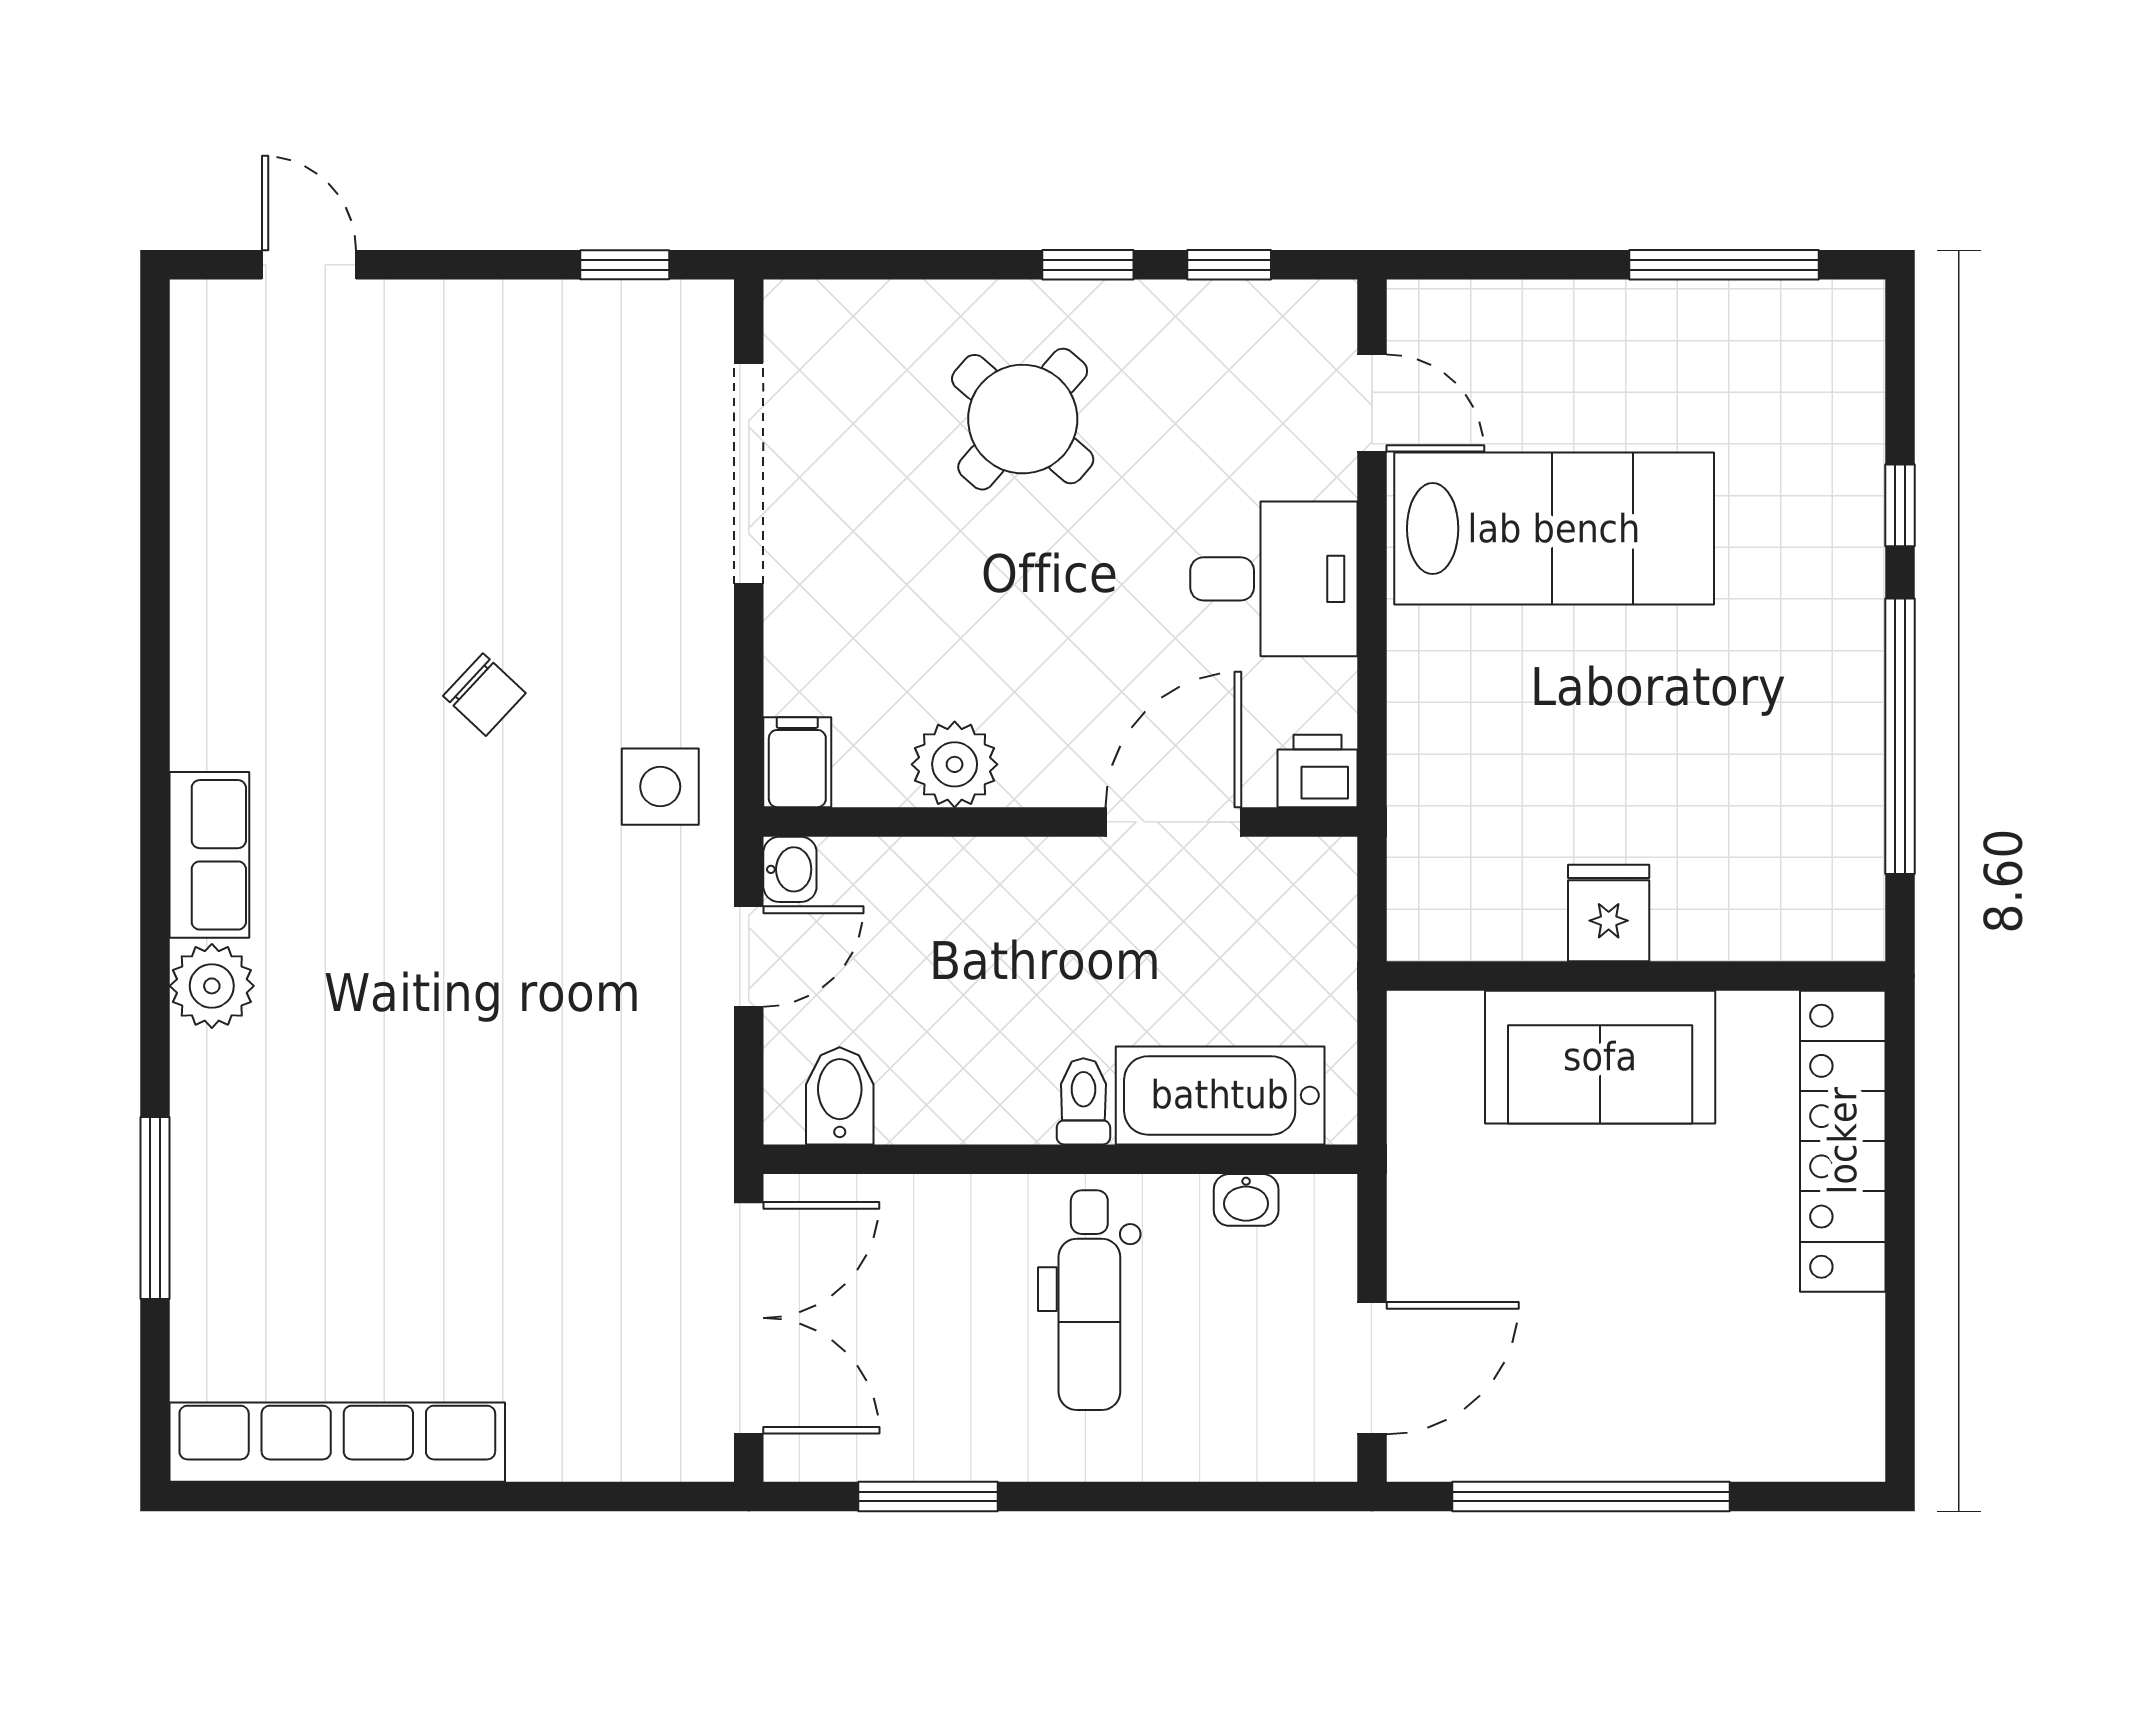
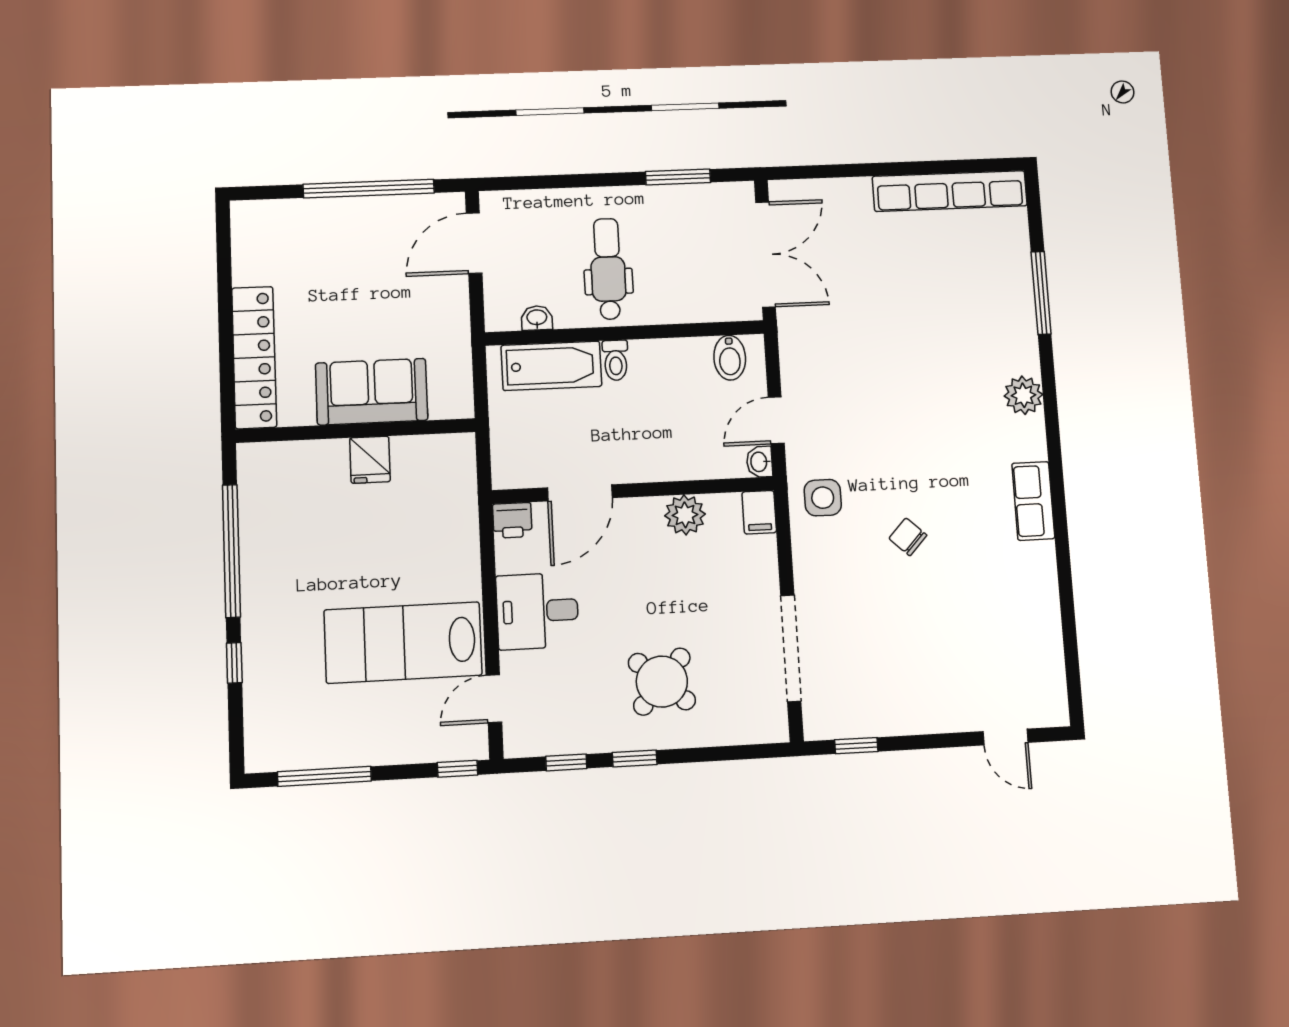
window: (1453, 265) -> (458, 769), added
door: (1372, 403) -> (494, 699), hinge flipped
row of seats: (209, 855) -> (1033, 501), moved
double door: (749, 1318) -> (766, 254), swing flipped

